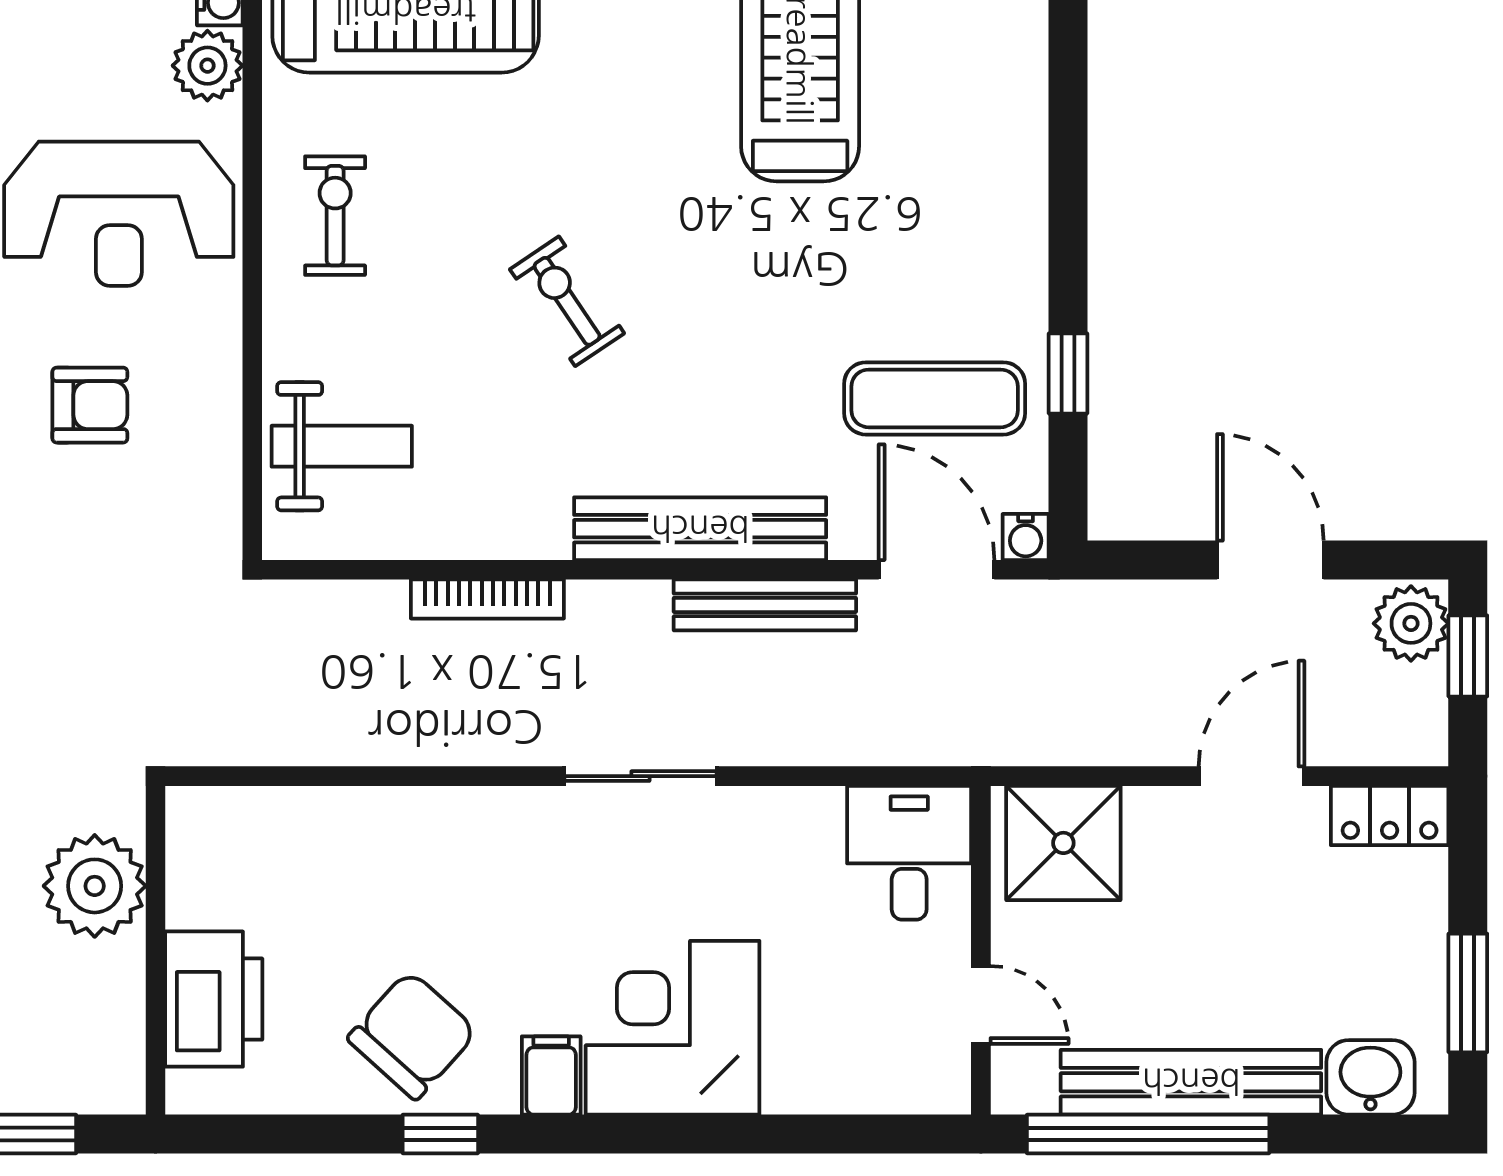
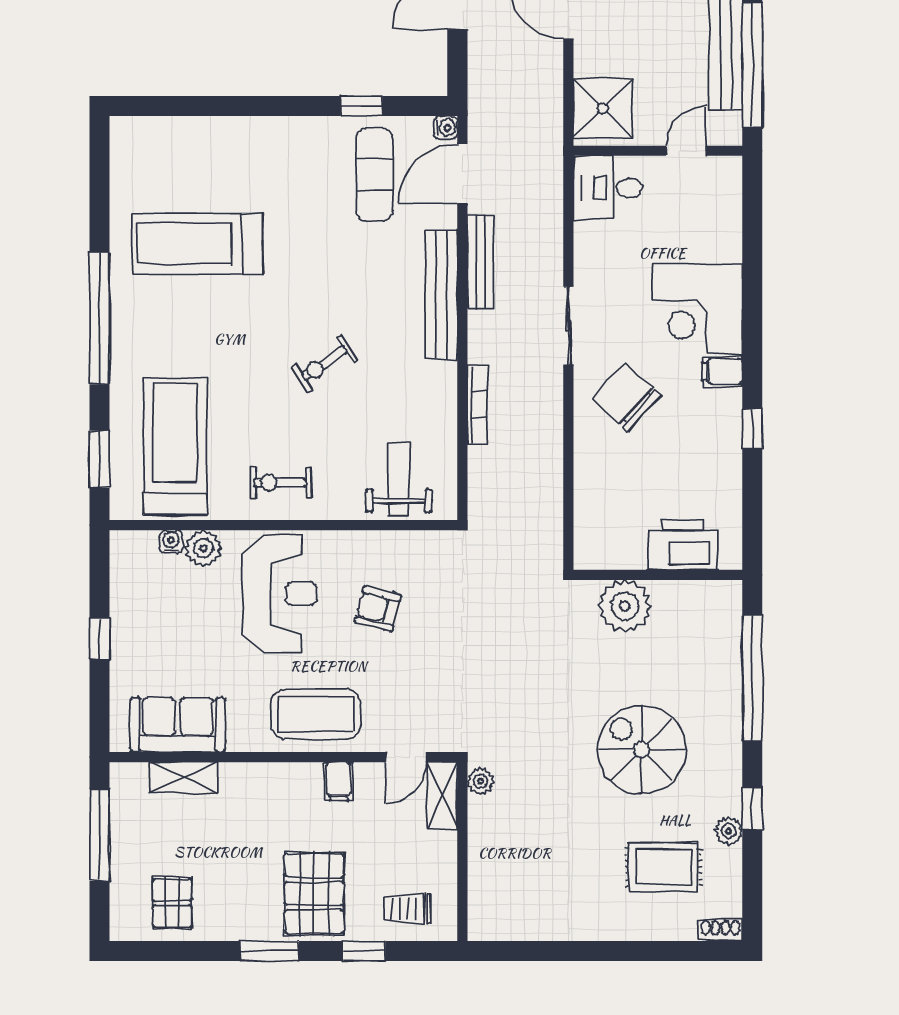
armchair: (90, 405) -> (378, 609), turned -76
chair: (412, 1035) -> (626, 397), moved

